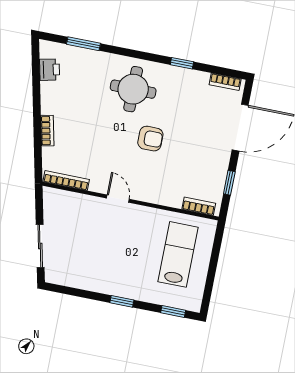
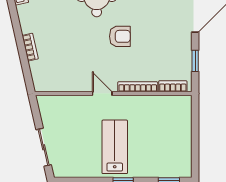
bookcase: (66, 181) -> (138, 87), moved
lab bench: (178, 254) -> (115, 147), moved

